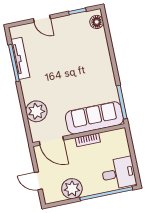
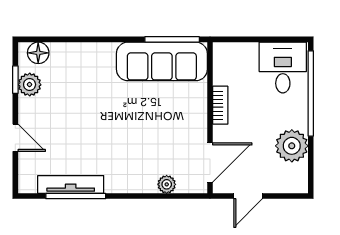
door: (42, 19) -> (15, 138), hinge flipped
plant: (76, 21) -> (30, 85), added
plant: (36, 111) -> (167, 184), width x0.53, depth x0.53
sofa: (94, 118) -> (162, 61), moved, turned -90
door: (38, 181) -> (248, 196), moved

